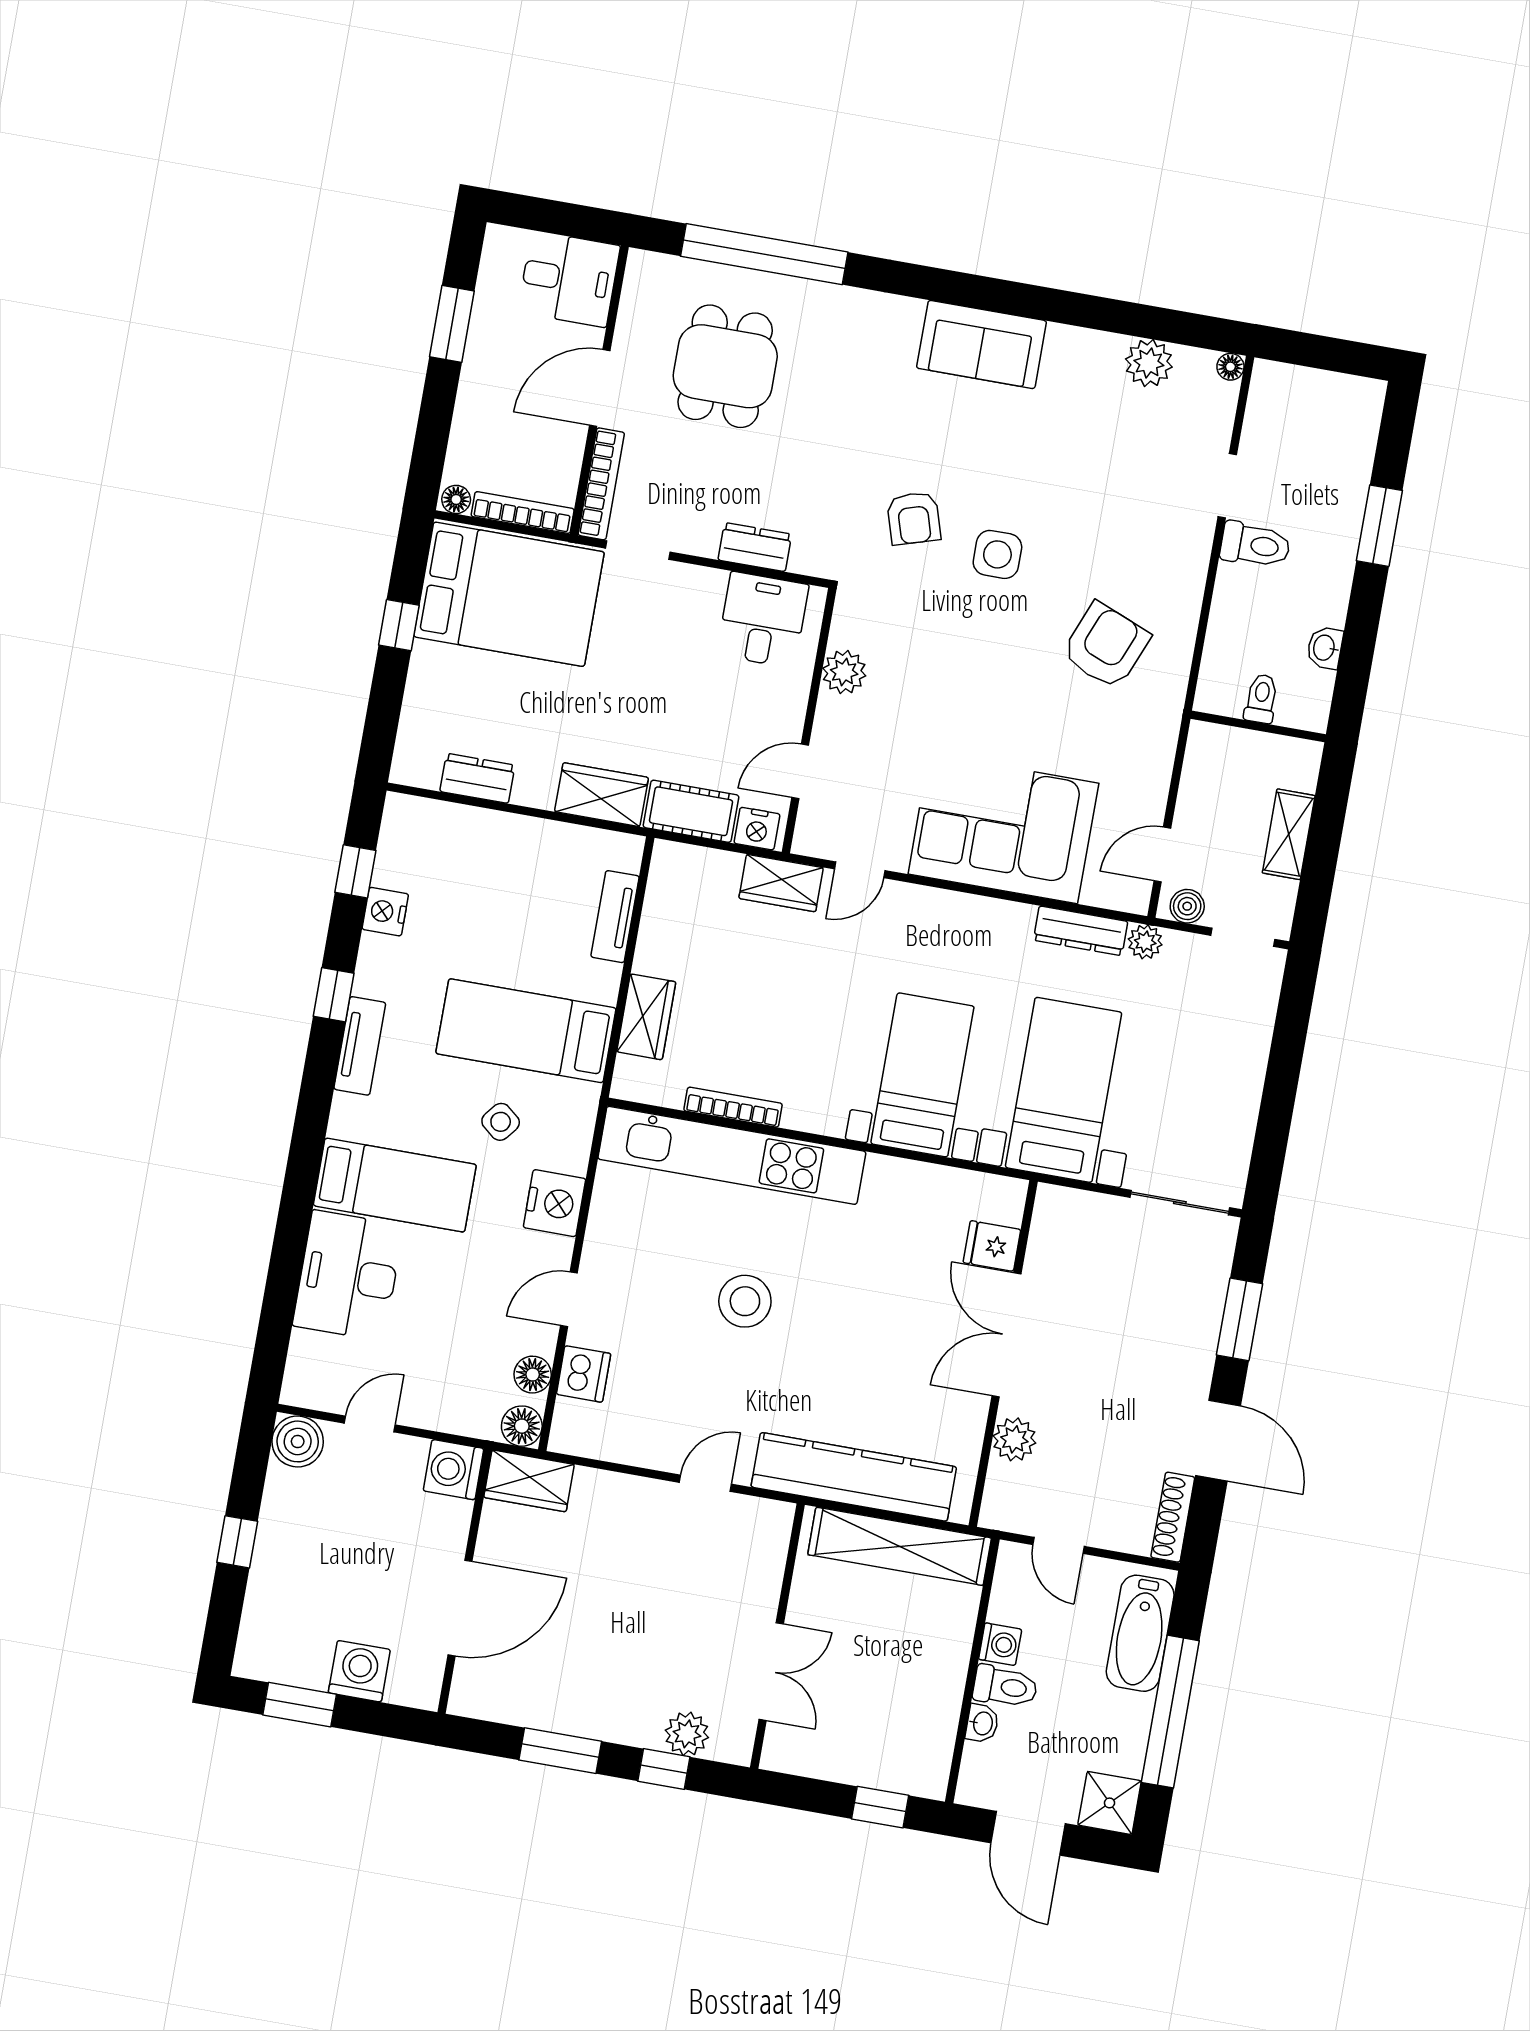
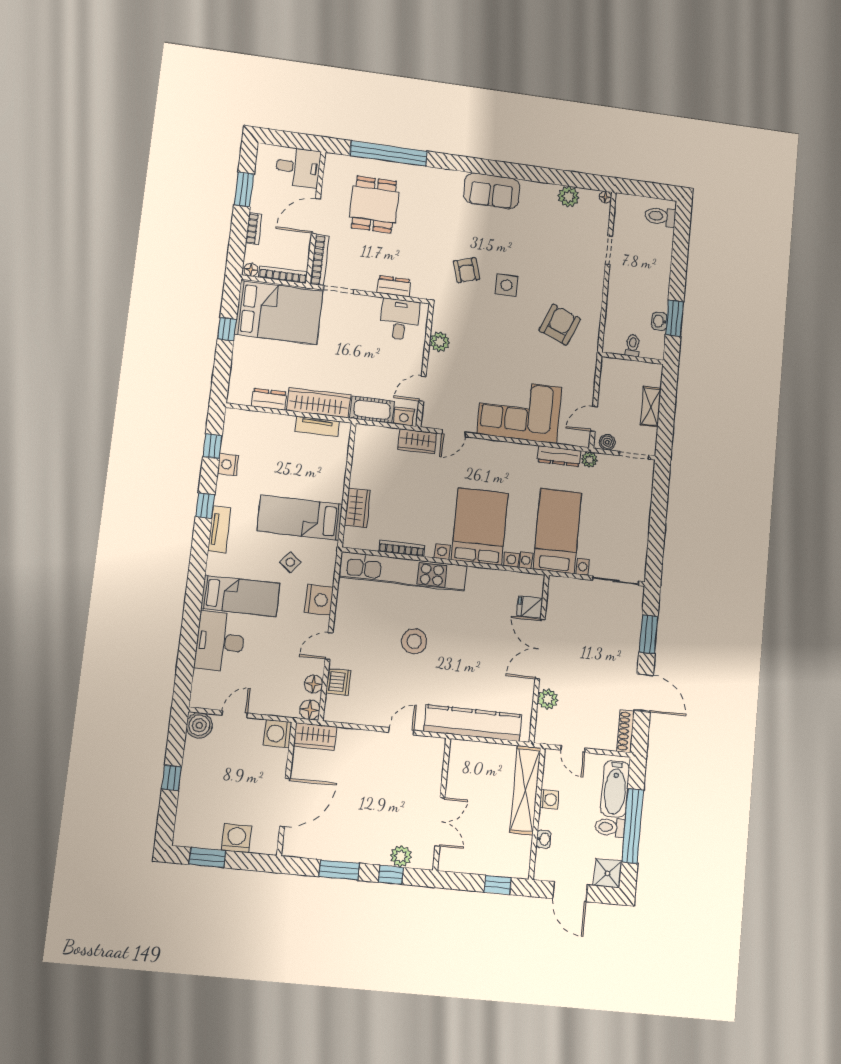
bookcase: (467, 411) -> (254, 229), added
window: (1379, 526) -> (674, 318), moved
toilet: (1255, 545) -> (660, 216), moved, turned 180
wardrobe: (601, 795) -> (319, 403), width x1.50
tv unit: (615, 917) -> (317, 426), moved, turned -90
bed with nightstands: (922, 1075) -> (480, 527), width x1.36
shelving: (900, 1546) -> (525, 790), moved, turned 90
toilet: (1005, 1687) -> (610, 827), moved, turned 180

